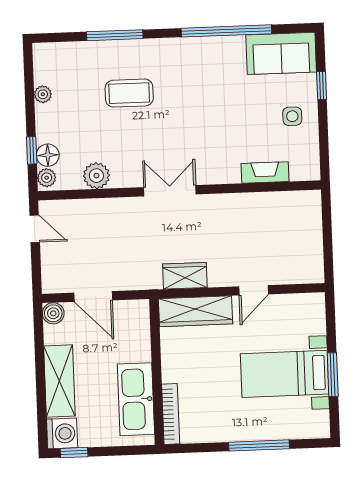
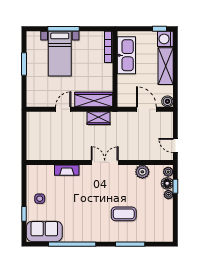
plant: (43, 94) -> (168, 195), moved
fireplace: (265, 172) -> (67, 170), moved
double door: (170, 191) -> (105, 162), swing flipped
bed with nightstands: (285, 374) -> (60, 54), moved, turned 90

